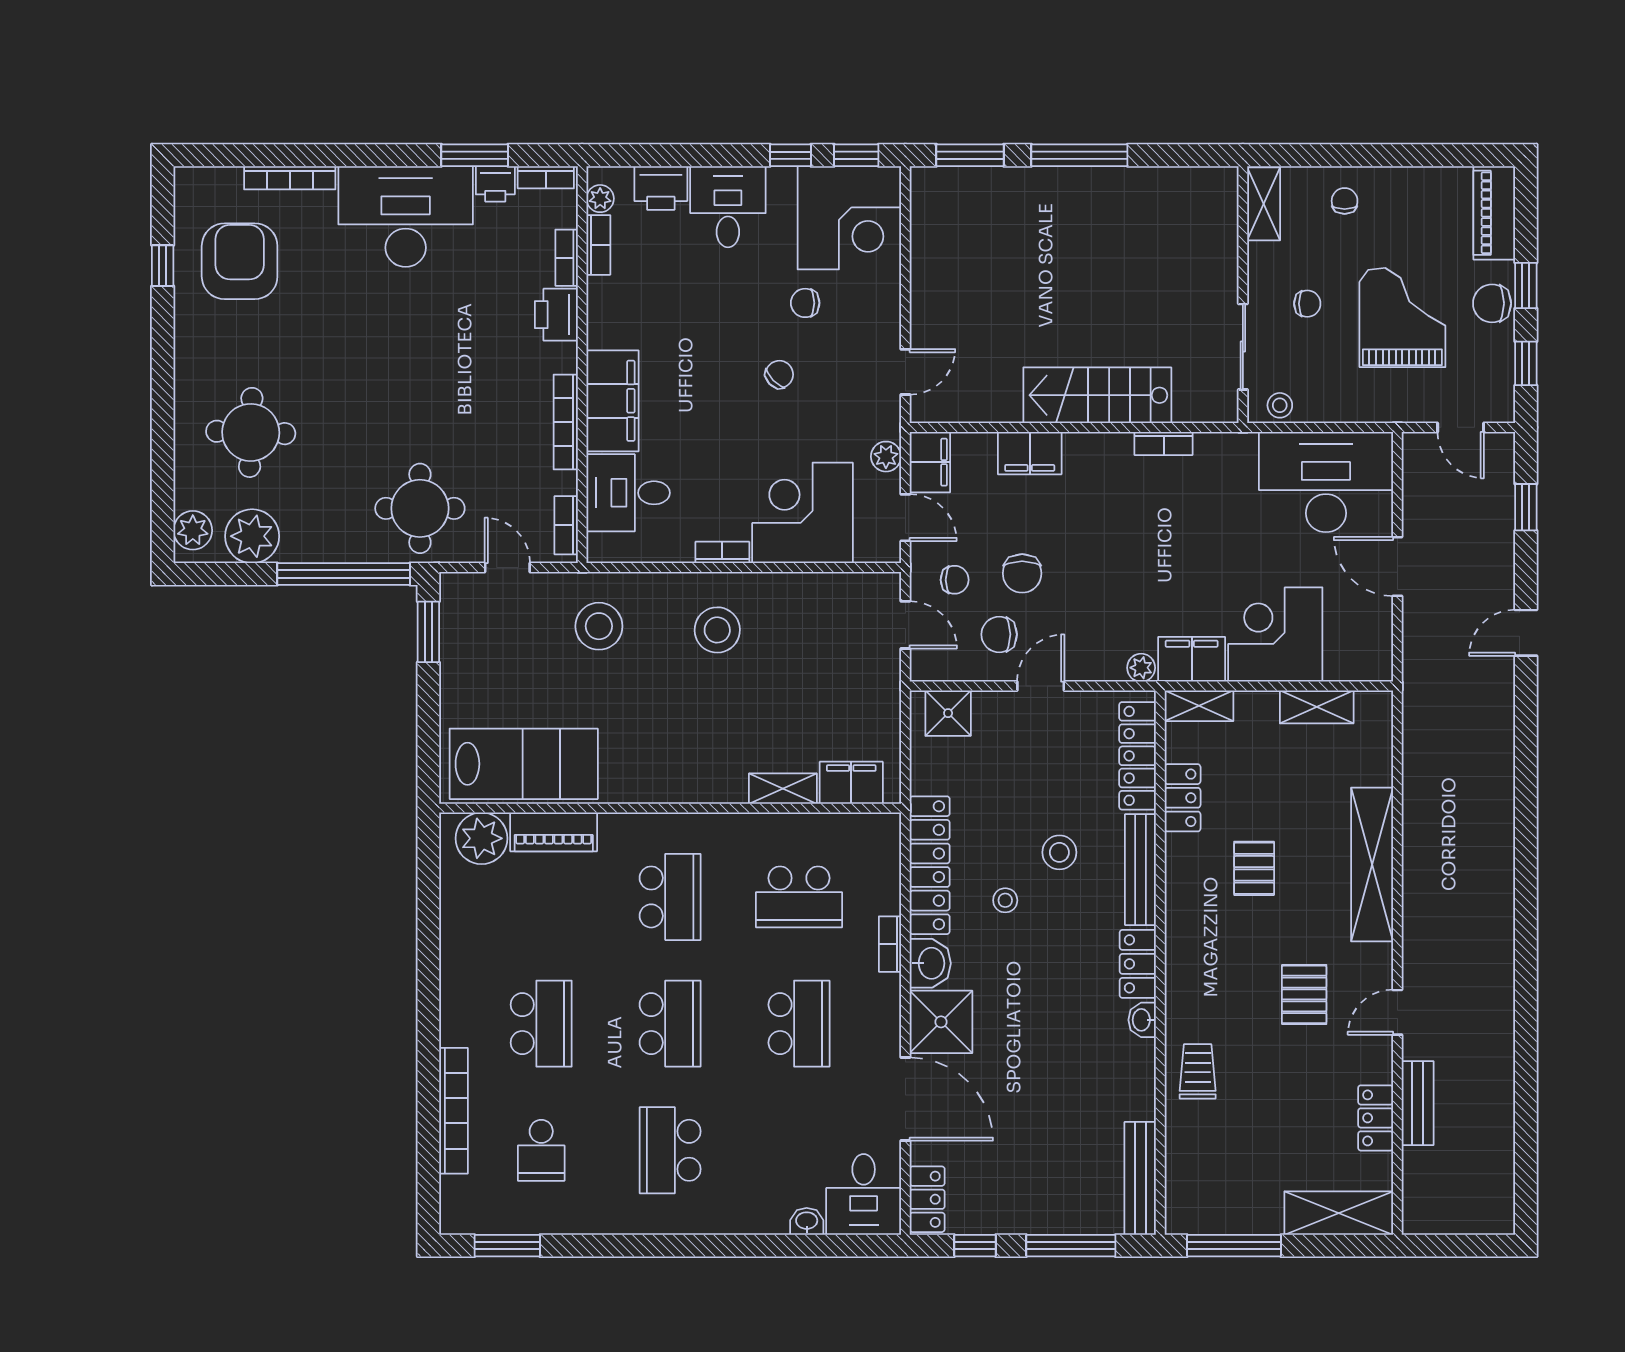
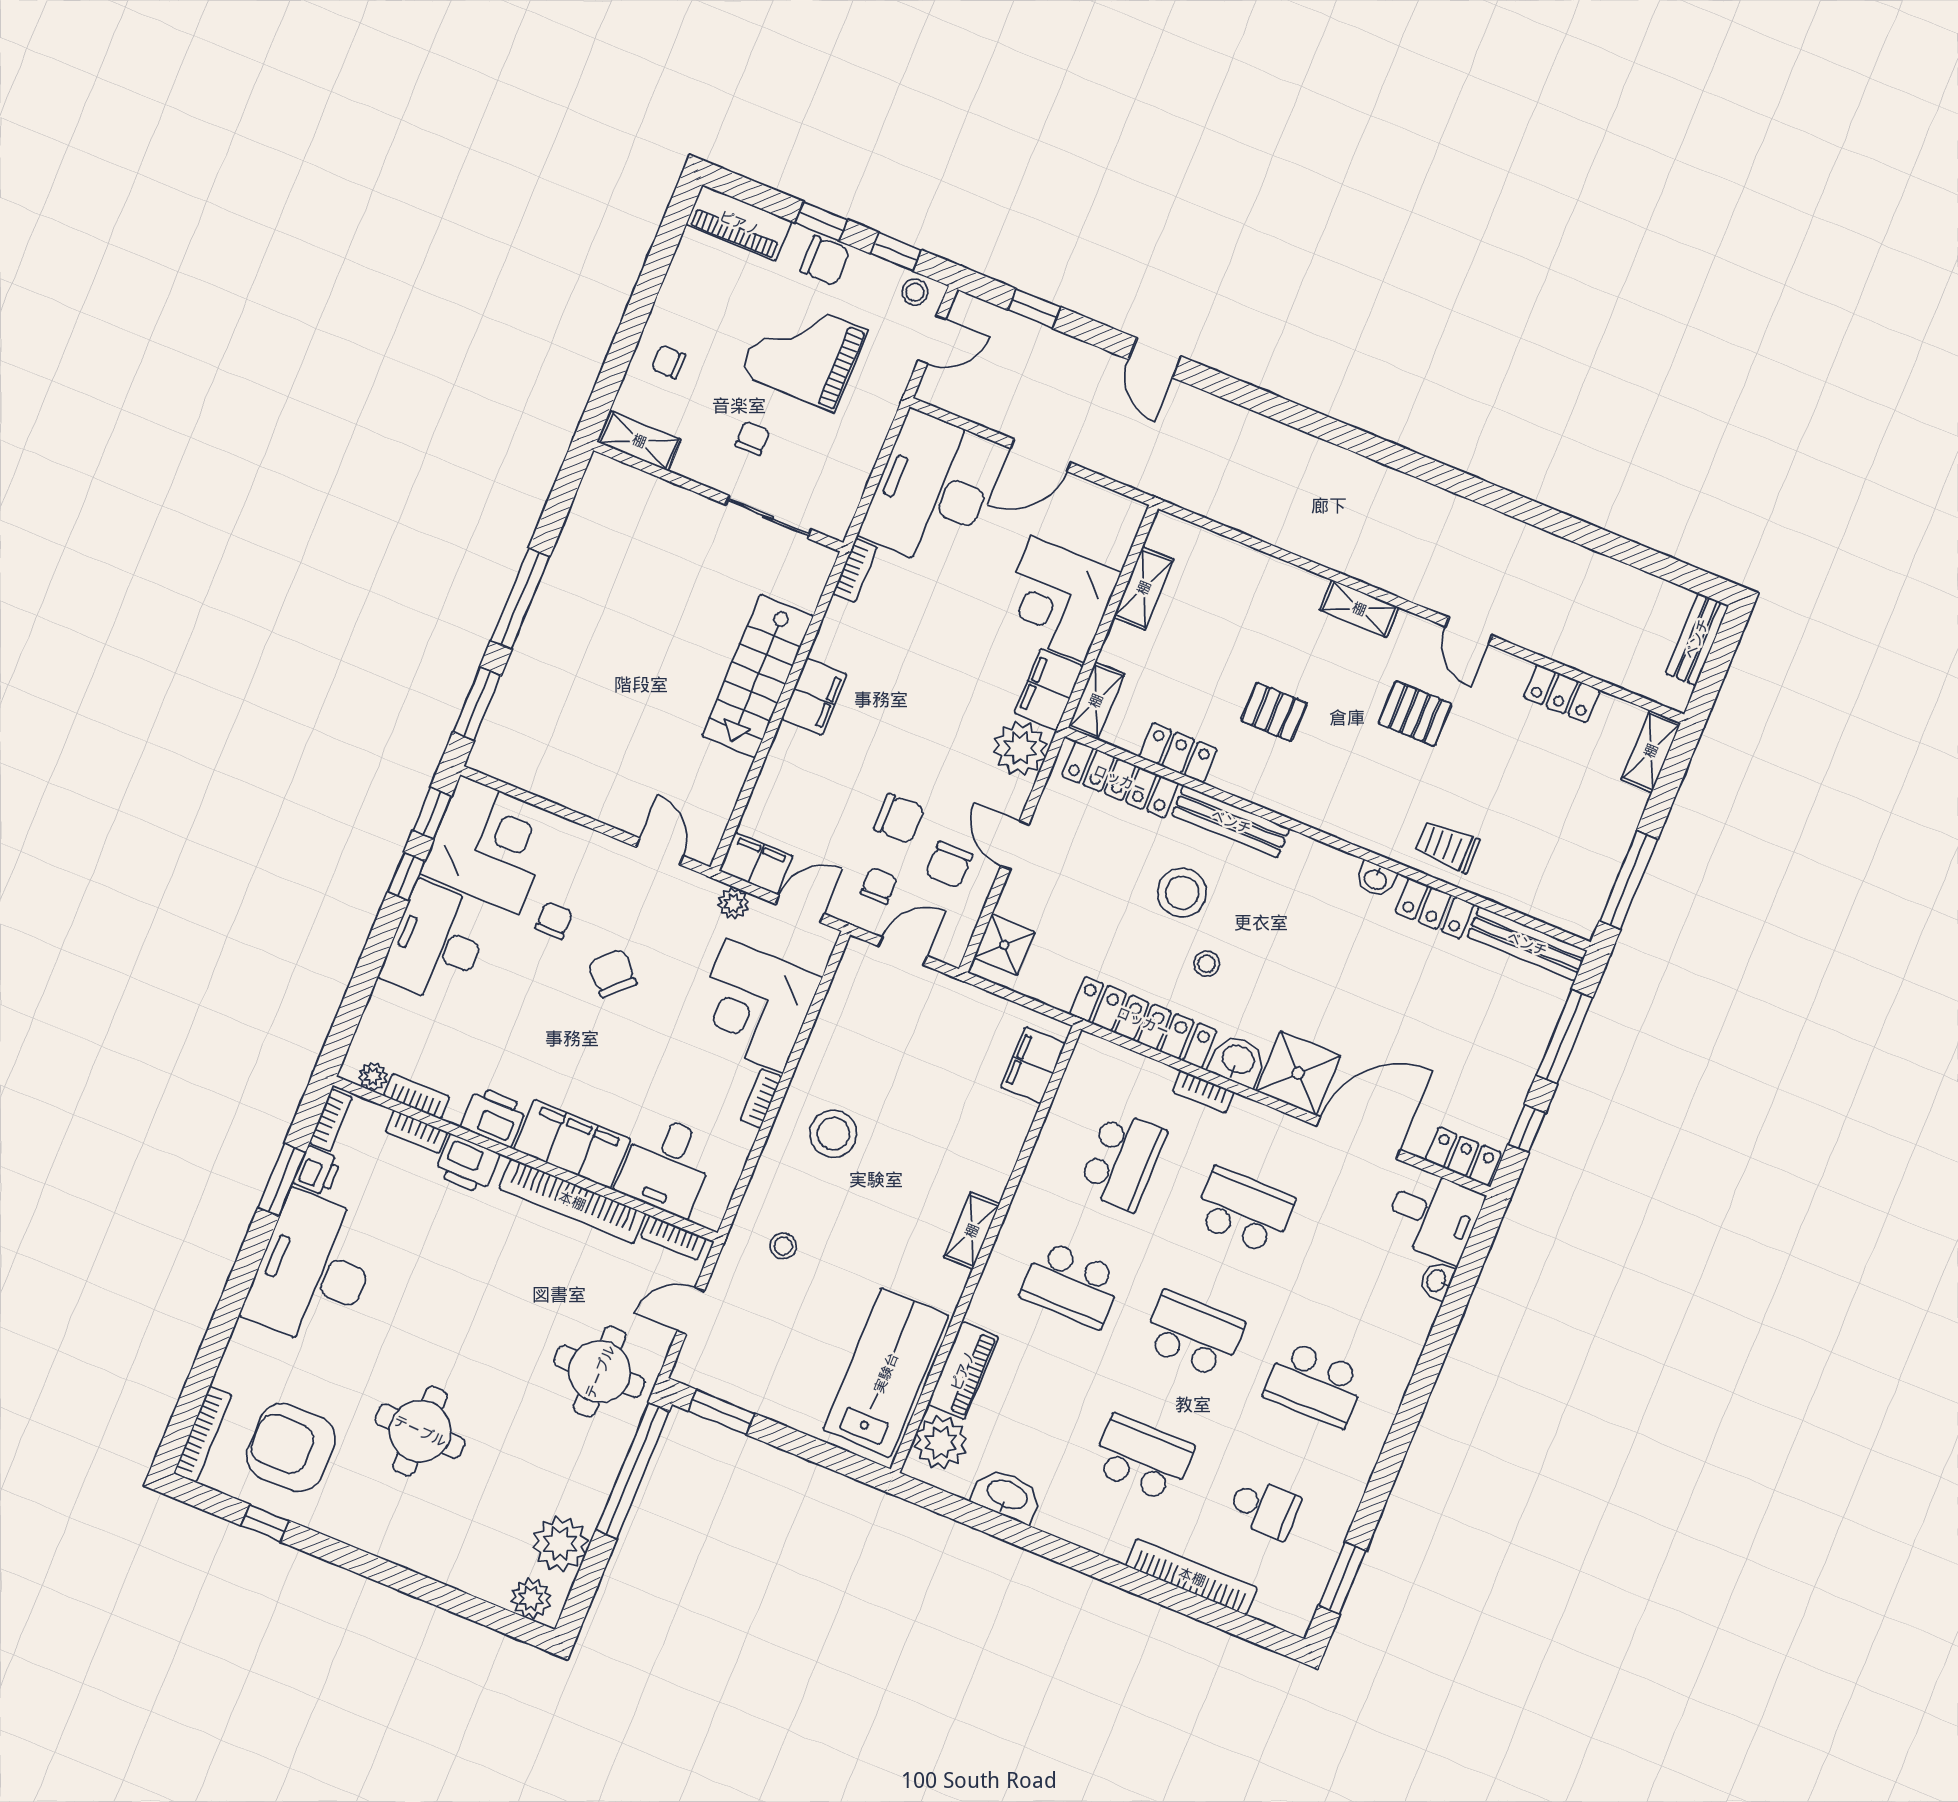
bookcase: (290, 178) -> (203, 1434), moved
printer: (661, 188) -> (494, 1117), moved, turned -90
desk: (728, 207) -> (437, 943), width x1.37
chair: (805, 303) -> (554, 920), turned 180
chair: (1492, 303) -> (825, 261), turned -90
chair: (779, 374) -> (612, 973), width x1.37, depth x1.37
stool: (1280, 405) -> (915, 292), moved
bookcase: (566, 422) -> (572, 1201), width x1.48, depth x1.31
round table: (251, 432) -> (420, 1431), moved
bookcase: (1164, 443) -> (855, 571), moved
filing cabinet: (1030, 453) -> (814, 697), moved
stool: (599, 626) -> (783, 1246), width x0.53, depth x0.53
plant: (1141, 668) -> (1020, 748), width x1.87, depth x1.87
shelving: (783, 789) -> (972, 1231), moved
stool: (1059, 852) -> (1182, 893), width x1.38, depth x1.38
shelving: (1372, 865) -> (1359, 609), width x0.45, depth x0.75
school desk: (670, 897) -> (1071, 1284), turned 180
washbasin: (458, 917) -> (1007, 1496), added
locker: (1138, 964) -> (1435, 908), moved
bench: (1418, 1103) -> (1697, 639), moved, turned 90
shelving: (1339, 1213) -> (1651, 751), width x0.67, depth x0.75

